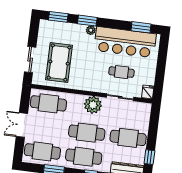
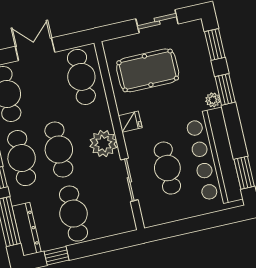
sliding door: (30, 60) -> (157, 21), moved
cafe table: (121, 72) -> (167, 168), width x1.37, depth x1.35
fridge: (148, 92) -> (130, 122), moved

